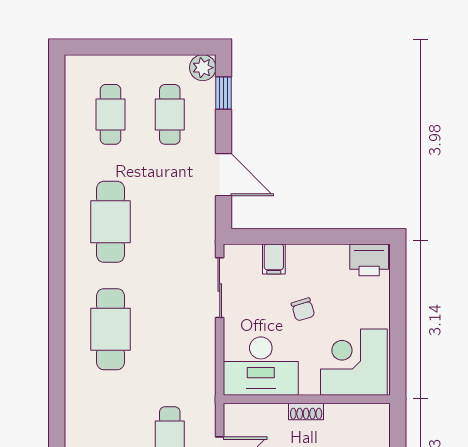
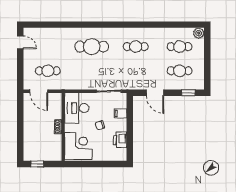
plant: (203, 68) -> (199, 33), moved
door: (223, 175) -> (155, 93), hinge flipped
cafe table: (110, 222) -> (136, 47), width x0.73, depth x0.74
printer: (369, 260) -> (120, 140), moved

